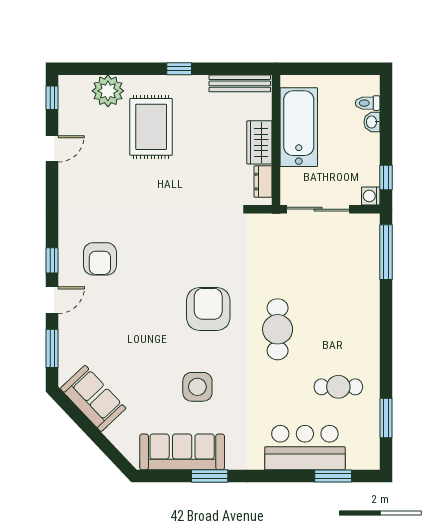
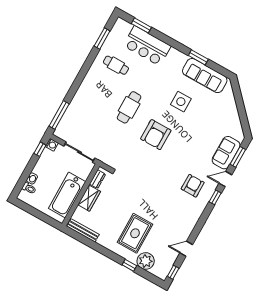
window: (179, 69) -> (129, 265), moved
sofa: (93, 398) -> (226, 153), moved, turned 43

